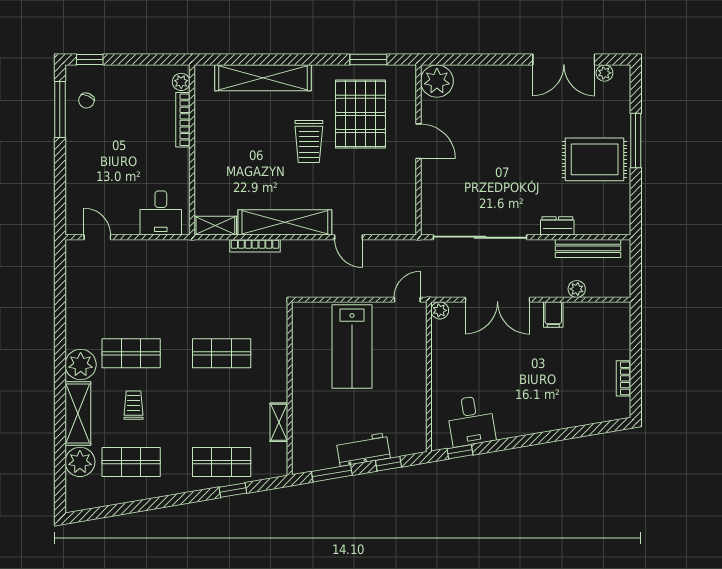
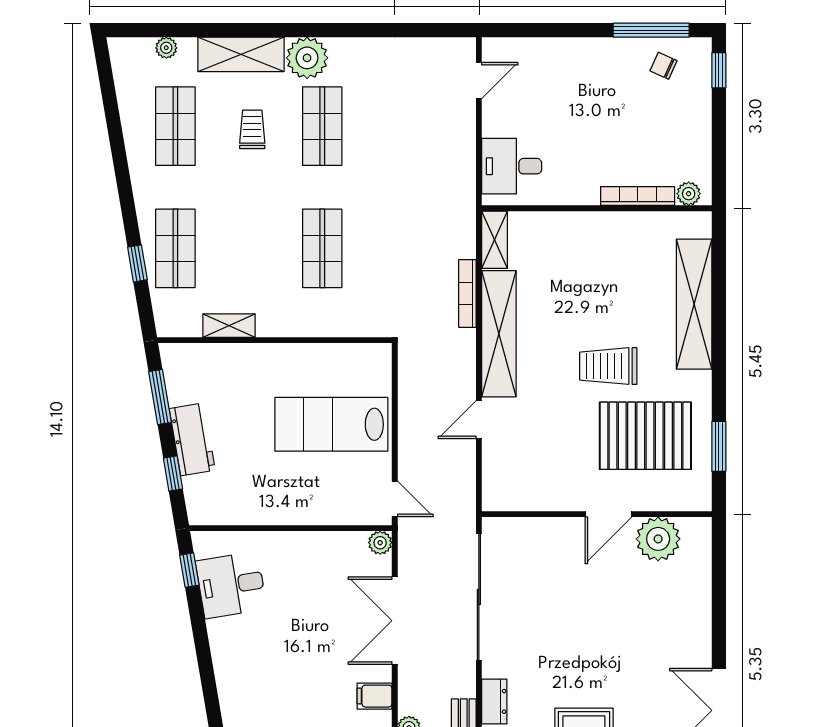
plant: (437, 81) -> (658, 539), moved
trolley: (134, 405) -> (252, 129), turned -90
plant: (80, 462) -> (166, 48), width x0.53, depth x0.53

